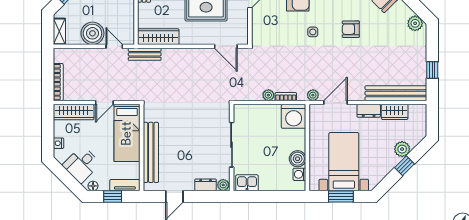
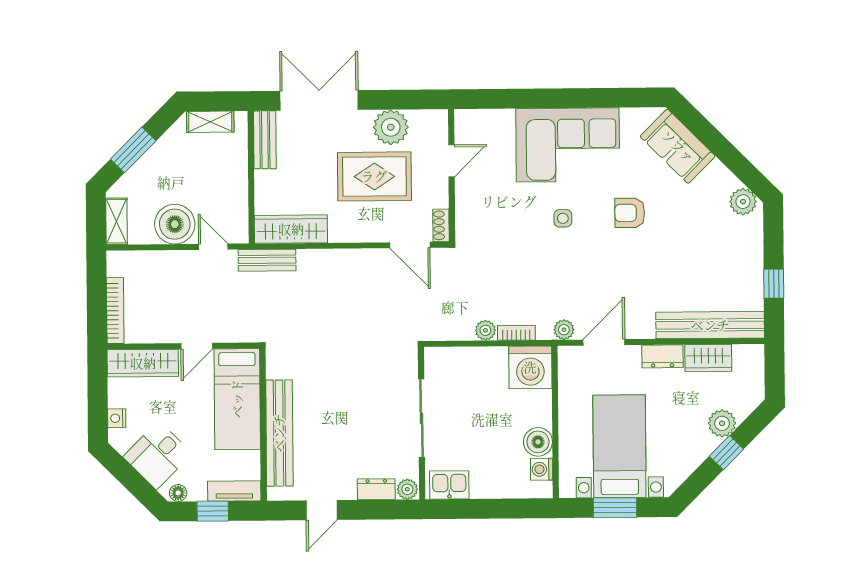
shoe rack: (244, 35) -> (441, 225), added

